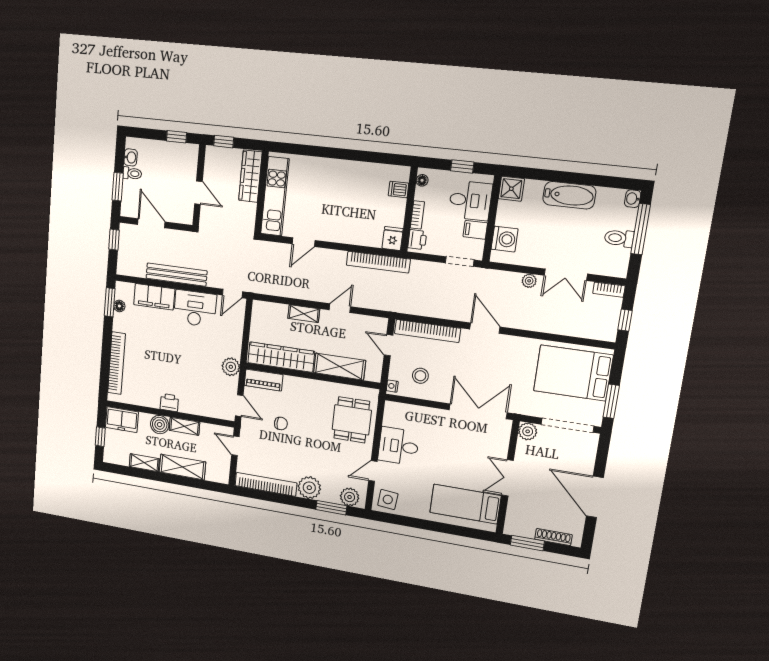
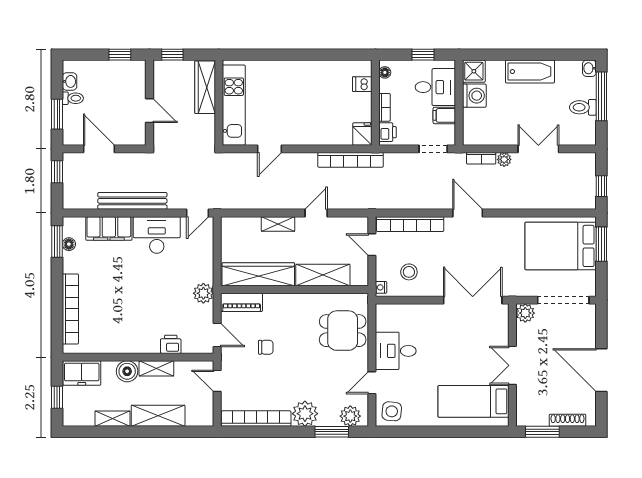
washing machine: (505, 239) -> (474, 96), moved
double door: (566, 275) -> (538, 149), swing flipped
bookcase: (609, 290) -> (481, 158), moved
window: (611, 401) -> (601, 244), moved
printer: (169, 403) -> (171, 344), moved
dining table: (352, 420) -> (343, 331), turned 90

